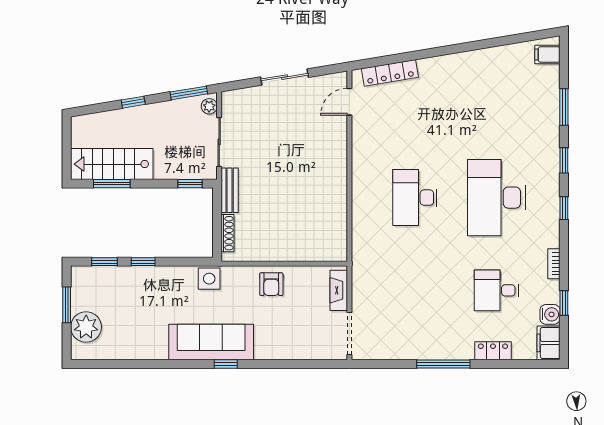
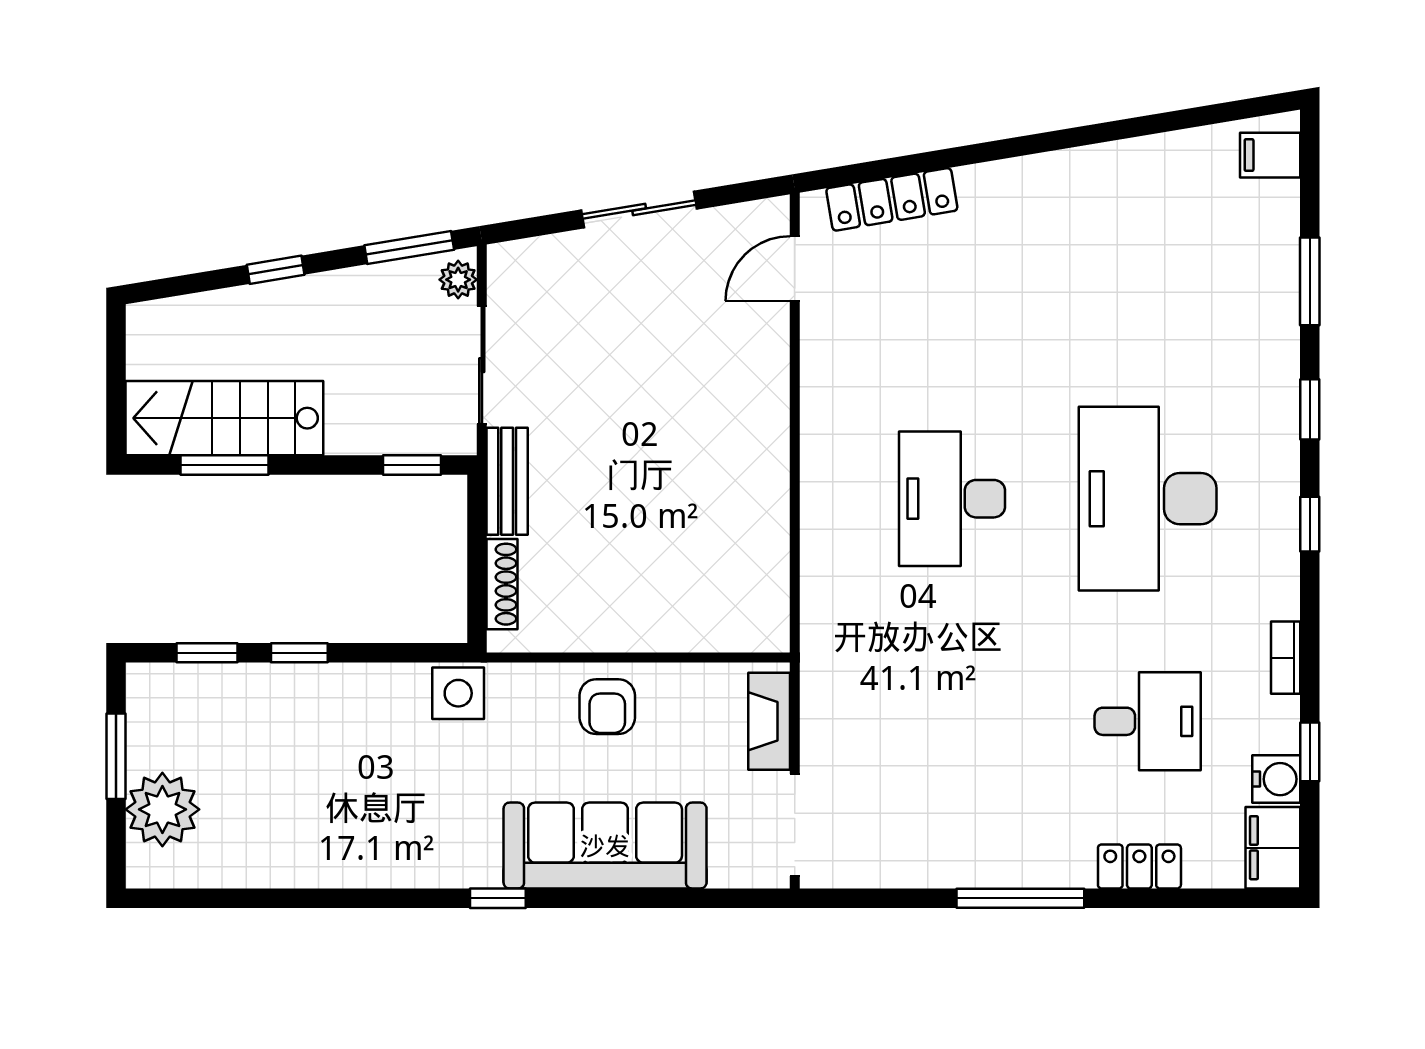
desk: (496, 290) -> (1148, 721), turned 180
sofa: (211, 342) -> (605, 846), moved

